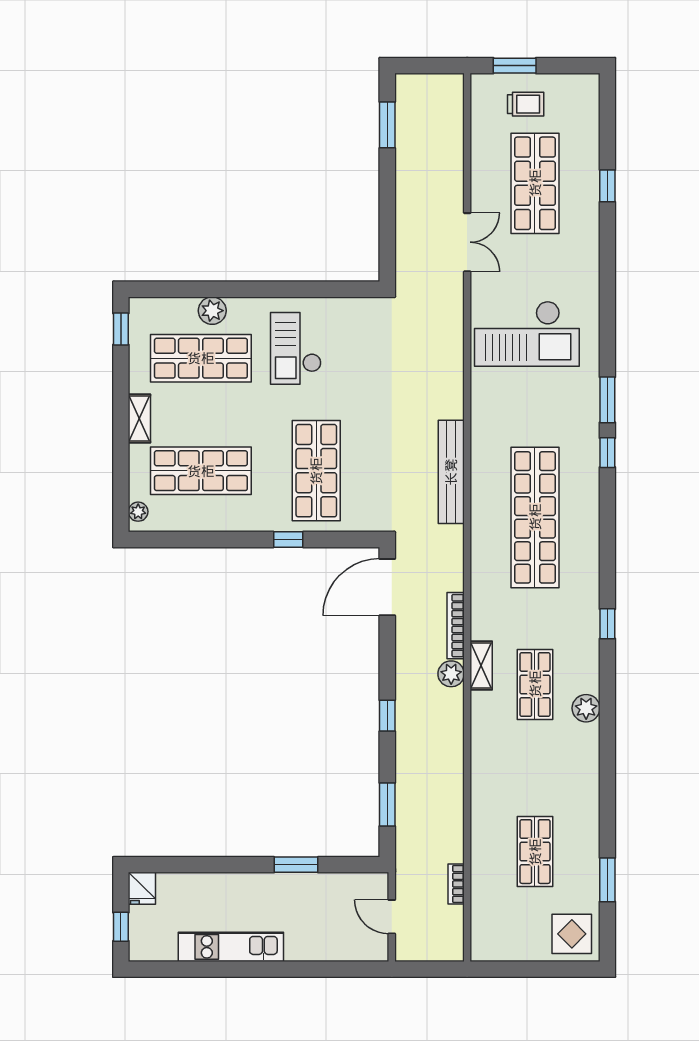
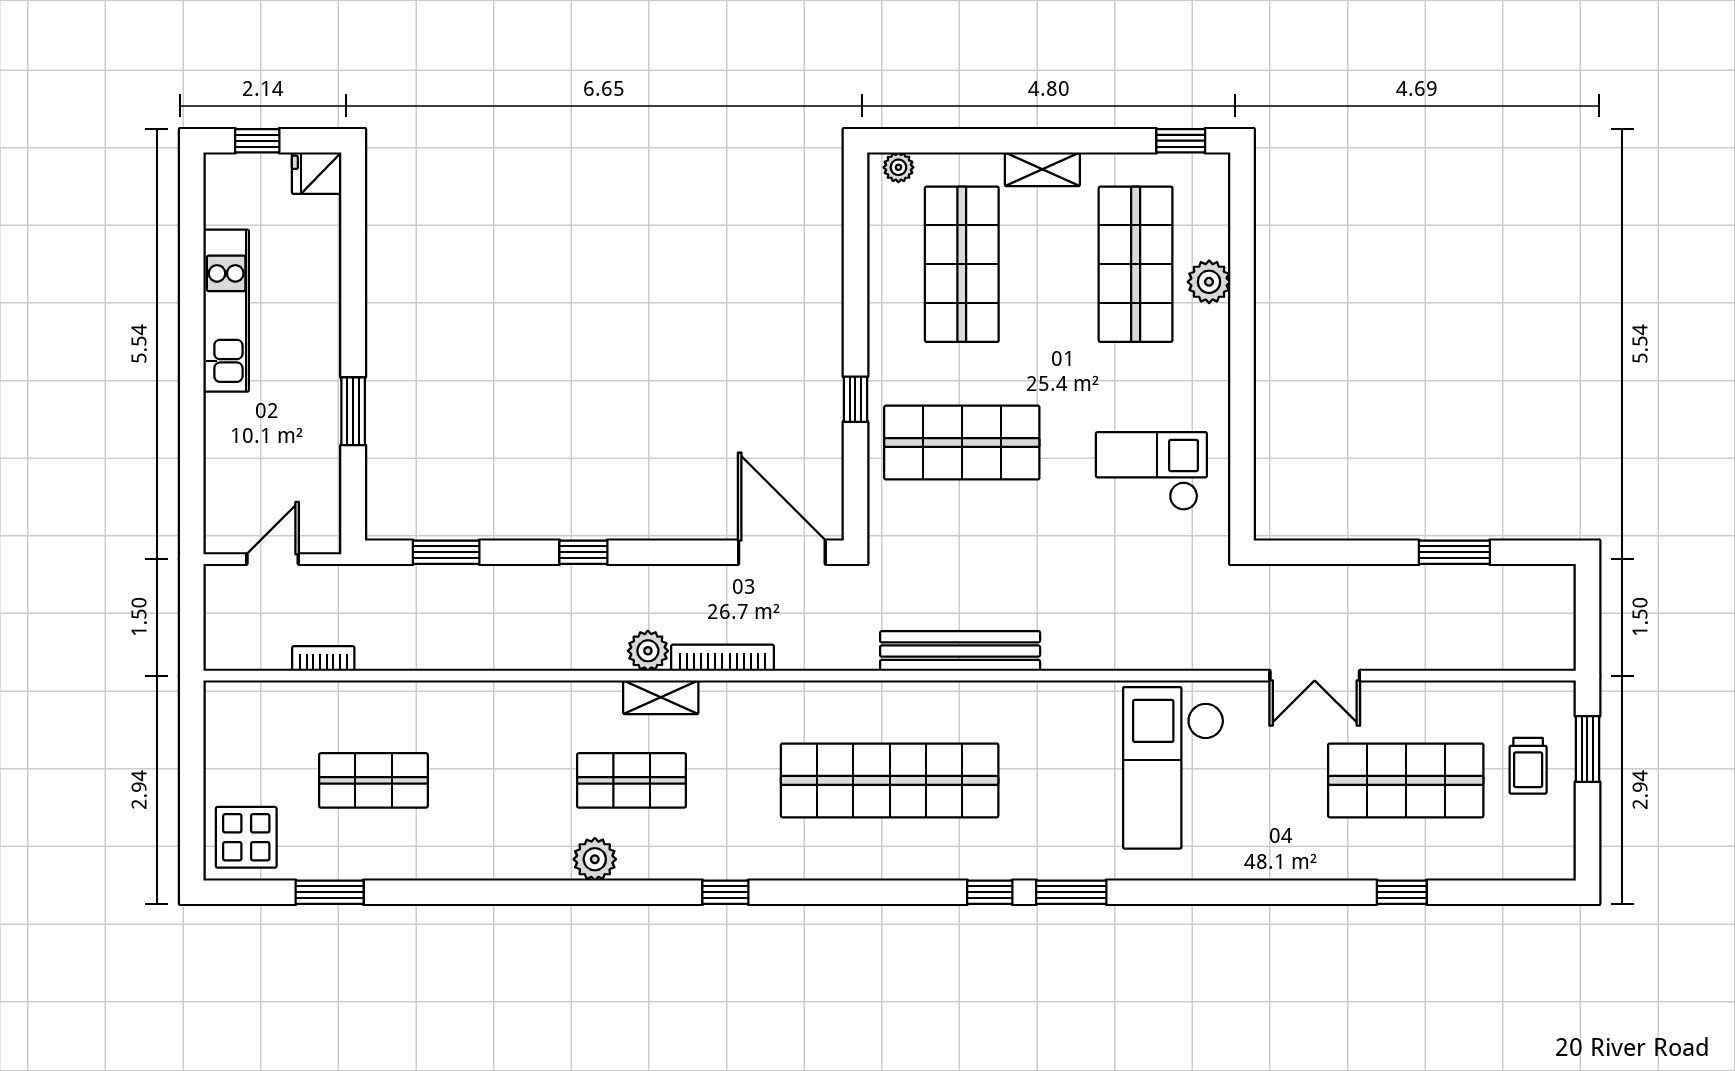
window: (387, 125) -> (1454, 552), moved
checkout: (296, 348) -> (1151, 471), moved

